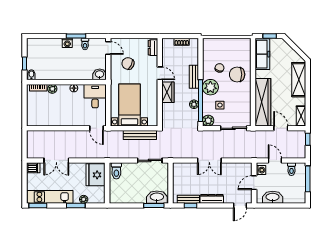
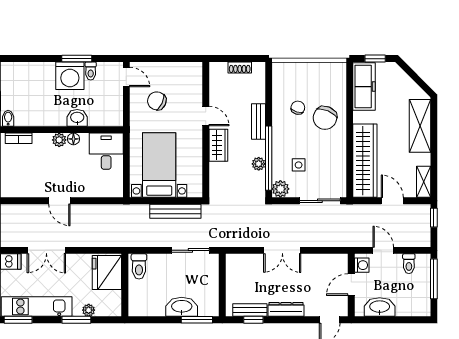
washing machine: (67, 43) -> (70, 76), width x1.89, depth x1.89
dresser: (153, 48) -> (195, 76), removed
washbasin: (100, 74) -> (77, 118), moved
chair: (237, 74) -> (325, 118), turned -67
plant: (210, 87) -> (284, 137), removed
plant: (52, 89) -> (59, 140), moved
door: (96, 128) -> (59, 201), moved
washbasin: (157, 197) -> (182, 307), moved

